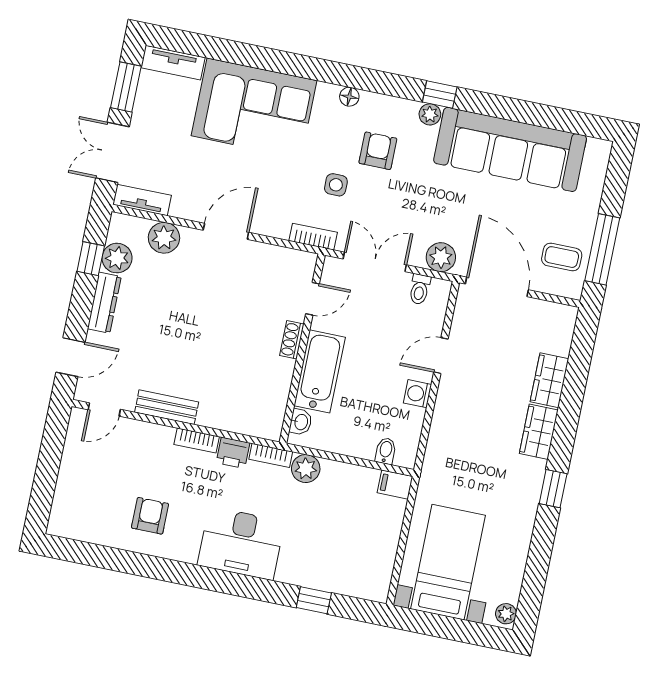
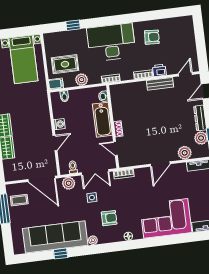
window: (440, 94) -> (61, 254), moved
armchair: (378, 151) -> (109, 218), turned -90
side table: (336, 185) -> (92, 198), moved
door: (313, 299) -> (115, 148), hinge flipped
printer: (233, 453) -> (159, 70), moved
plant: (306, 469) -> (82, 80), moved
armchair: (150, 516) -> (152, 37), turned -87
rug: (360, 521) -> (65, 64), added
desk: (241, 543) -> (111, 42), width x1.36, depth x1.30

